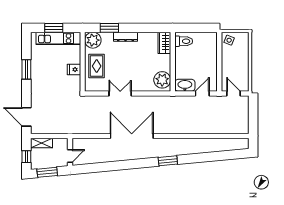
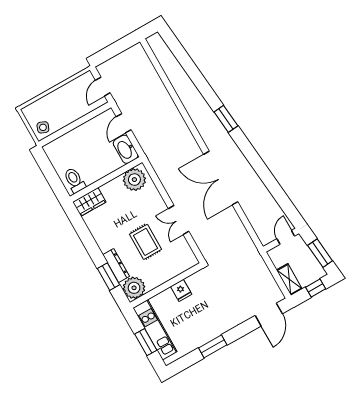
dresser: (125, 37) -> (116, 266), moved
rug: (97, 66) -> (145, 242), moved, turned 90
door: (202, 94) -> (124, 123), hinge flipped
door: (70, 156) -> (286, 237), hinge flipped

